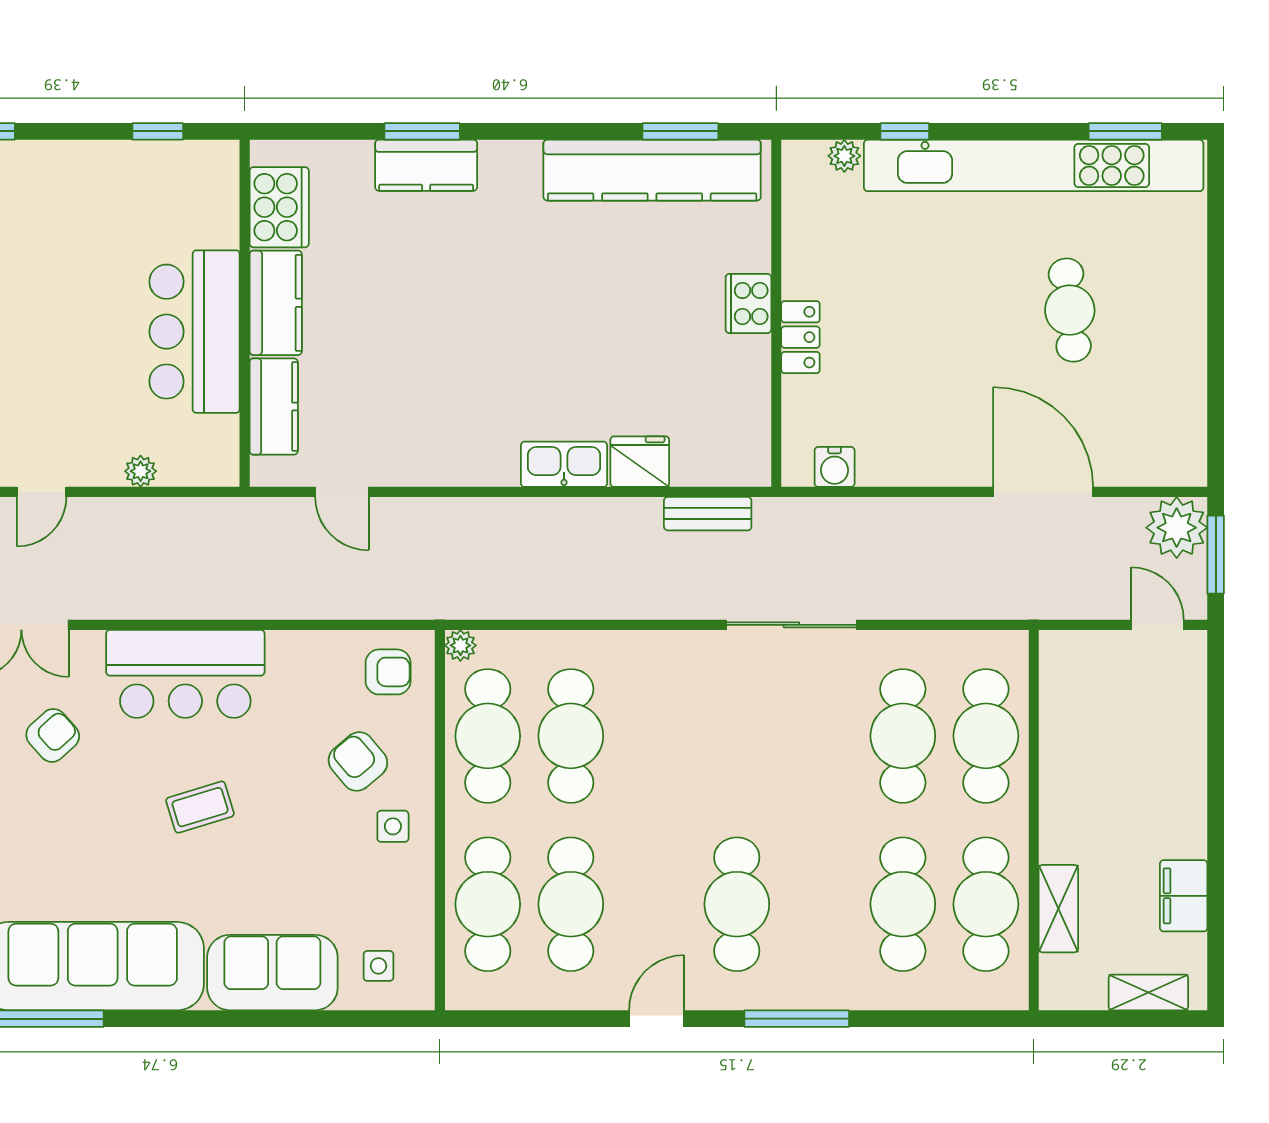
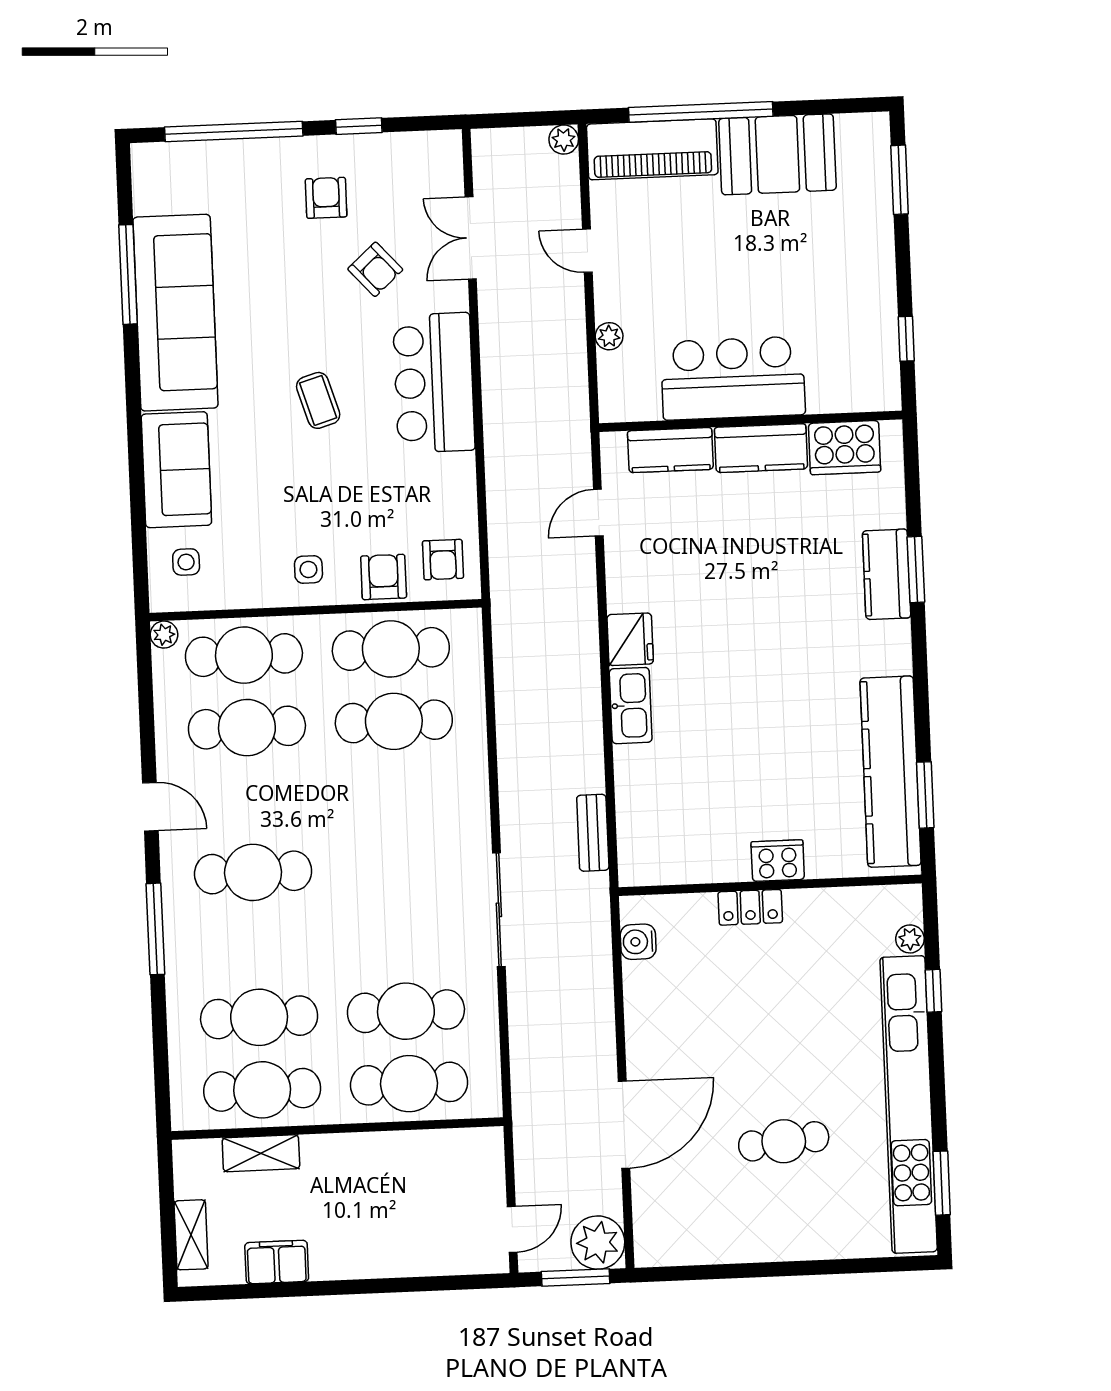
fridge: (640, 462) -> (630, 639), moved
plant: (460, 645) -> (164, 635), moved
armchair: (358, 761) -> (384, 577), moved, turned -50

